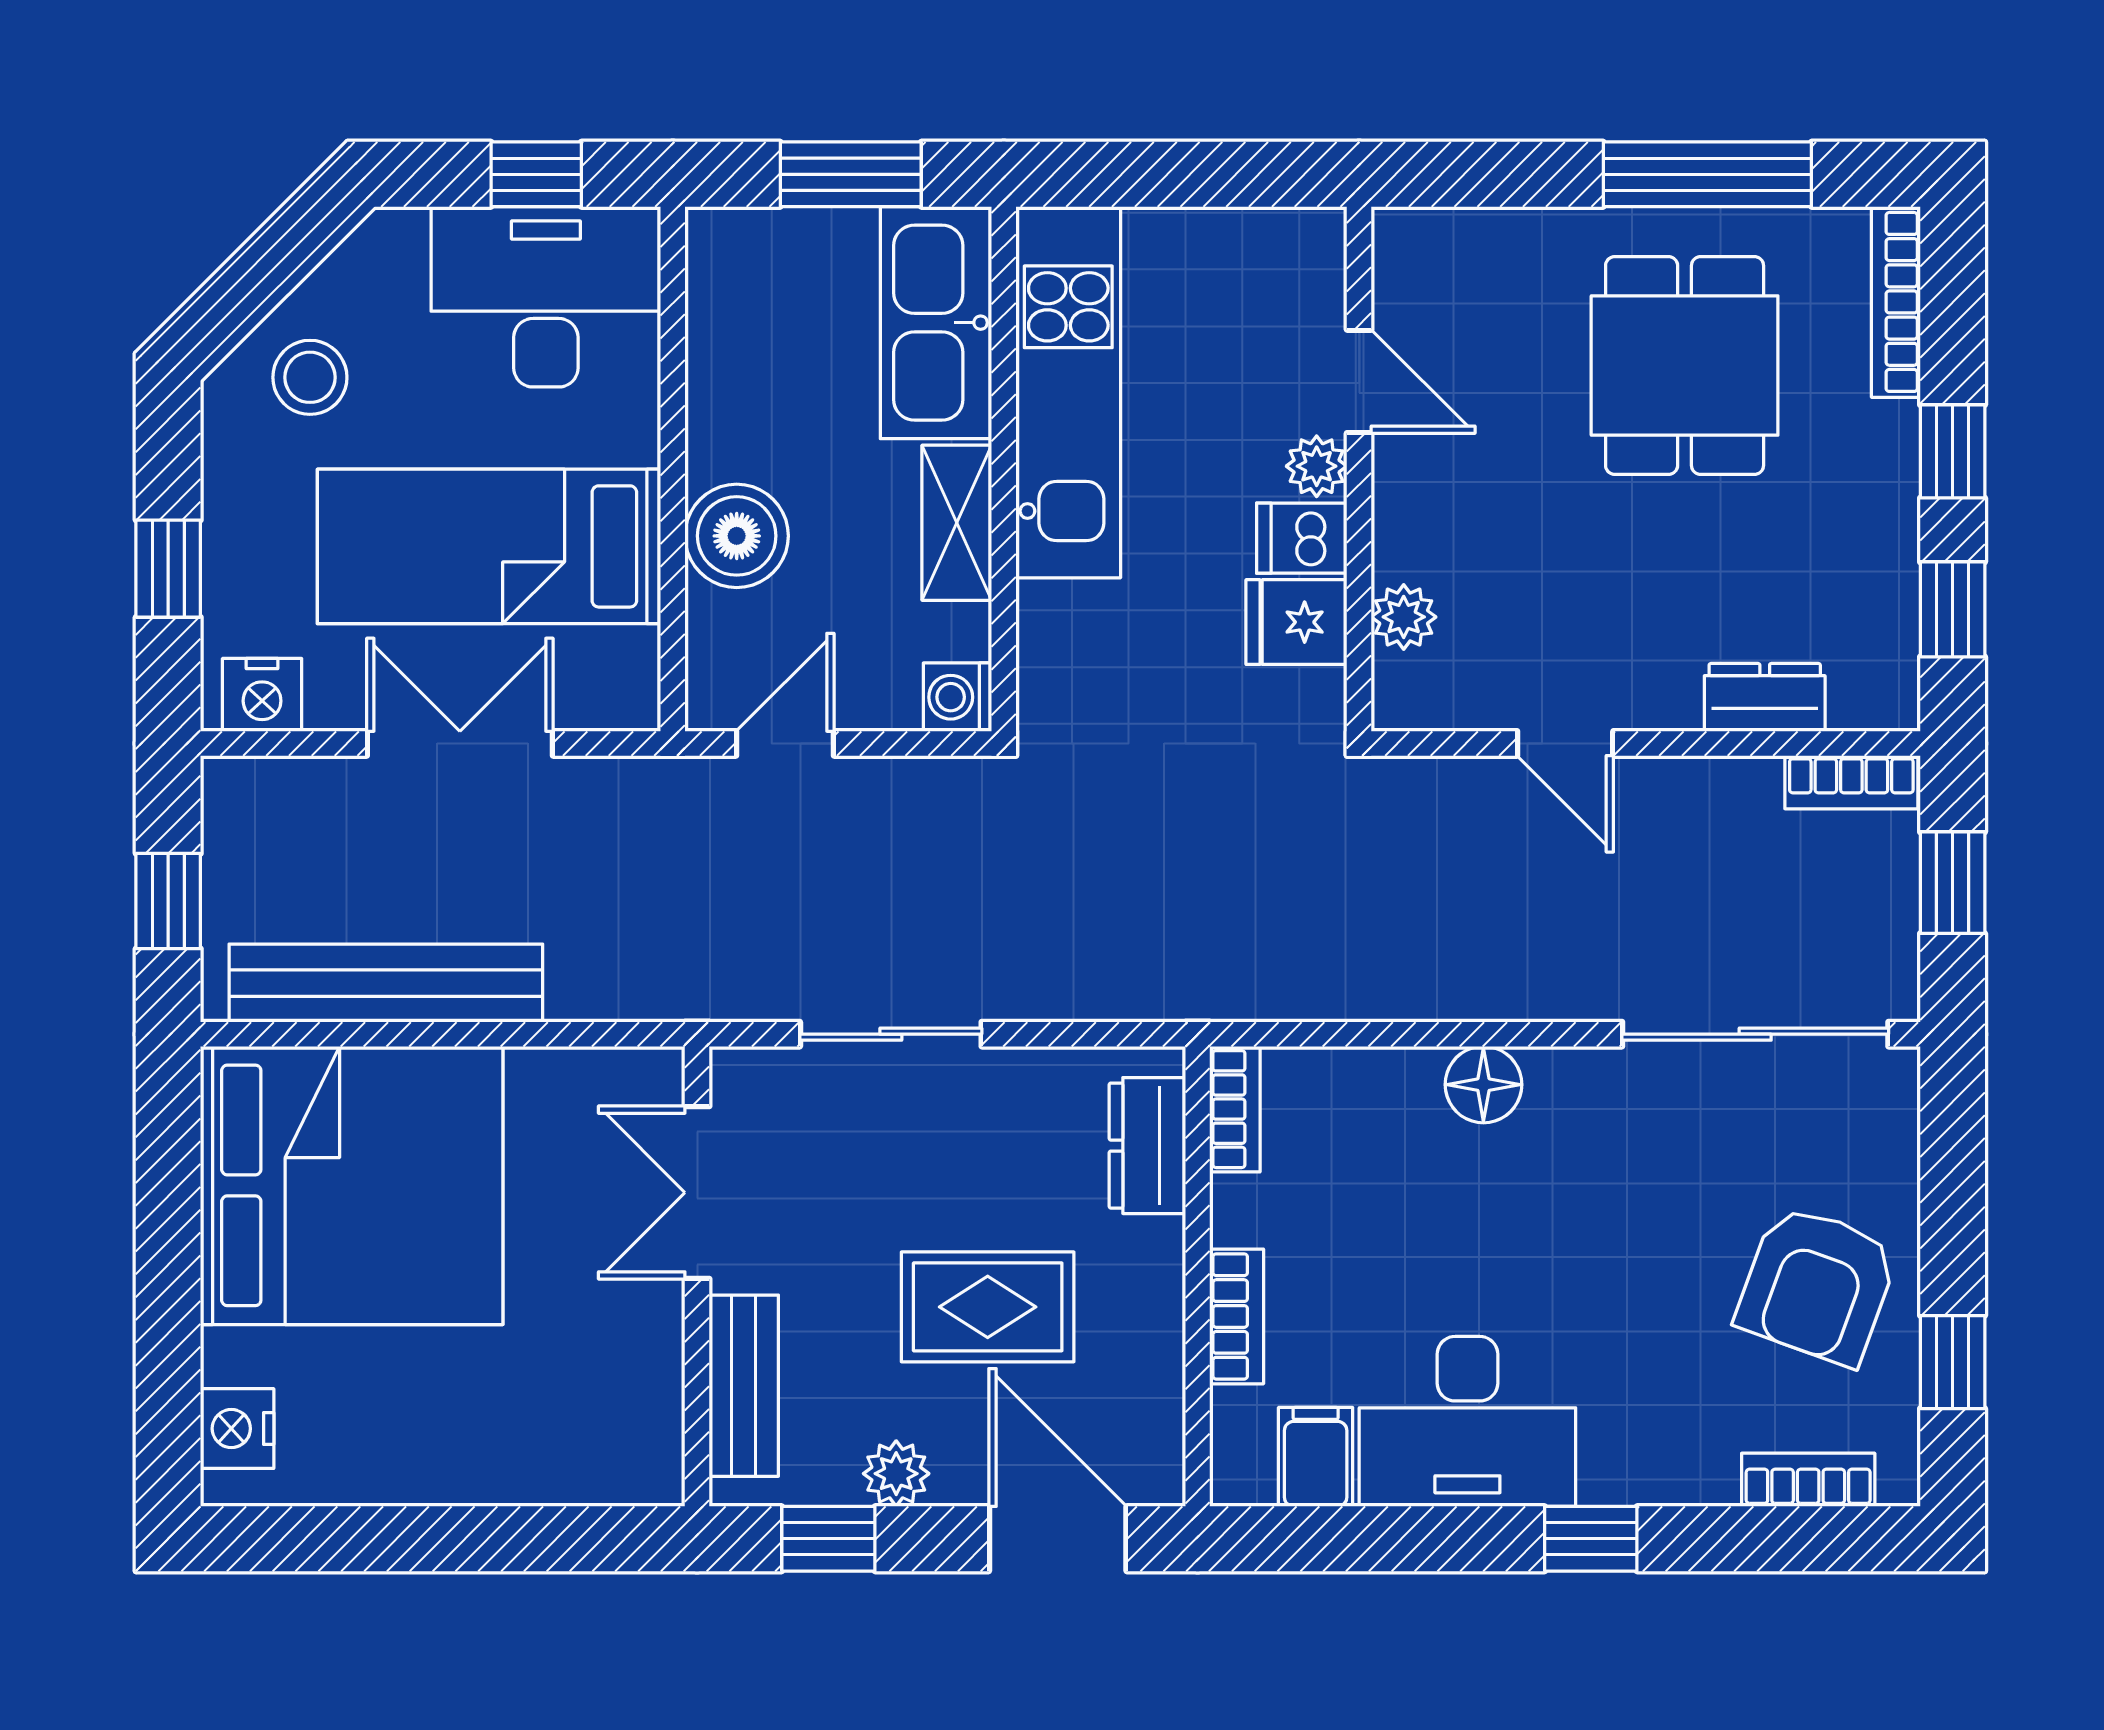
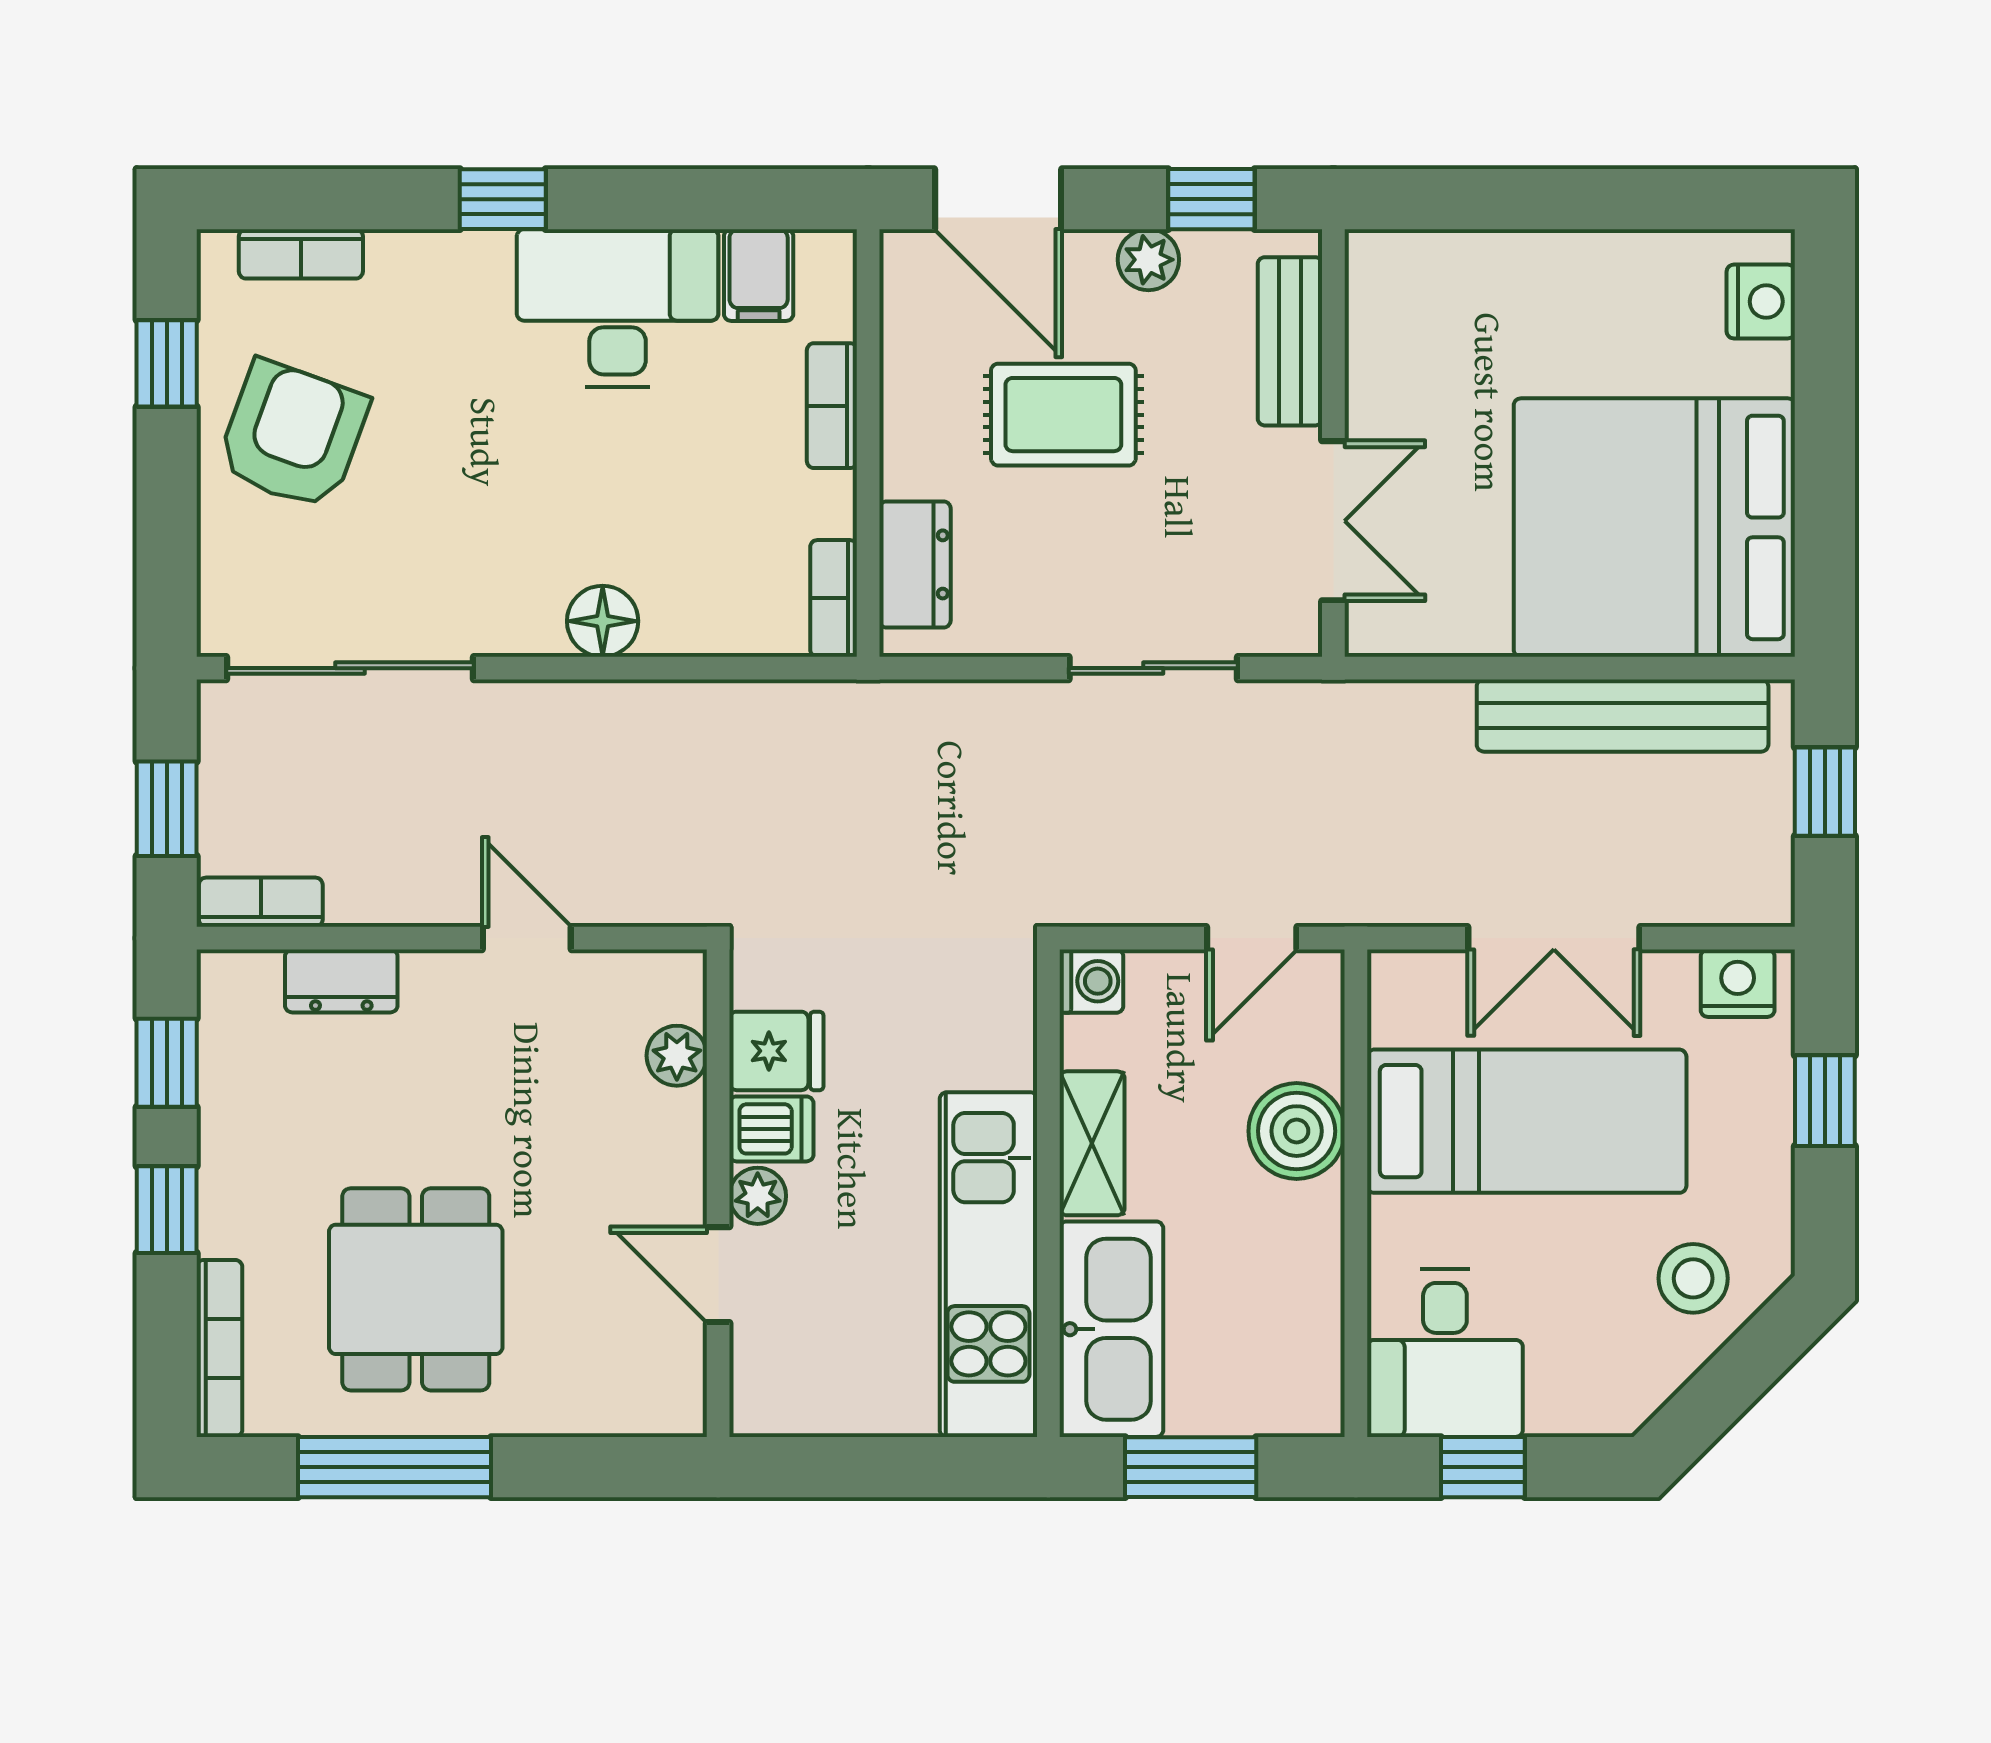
desk: (546, 297) -> (1445, 1353), width x0.73

